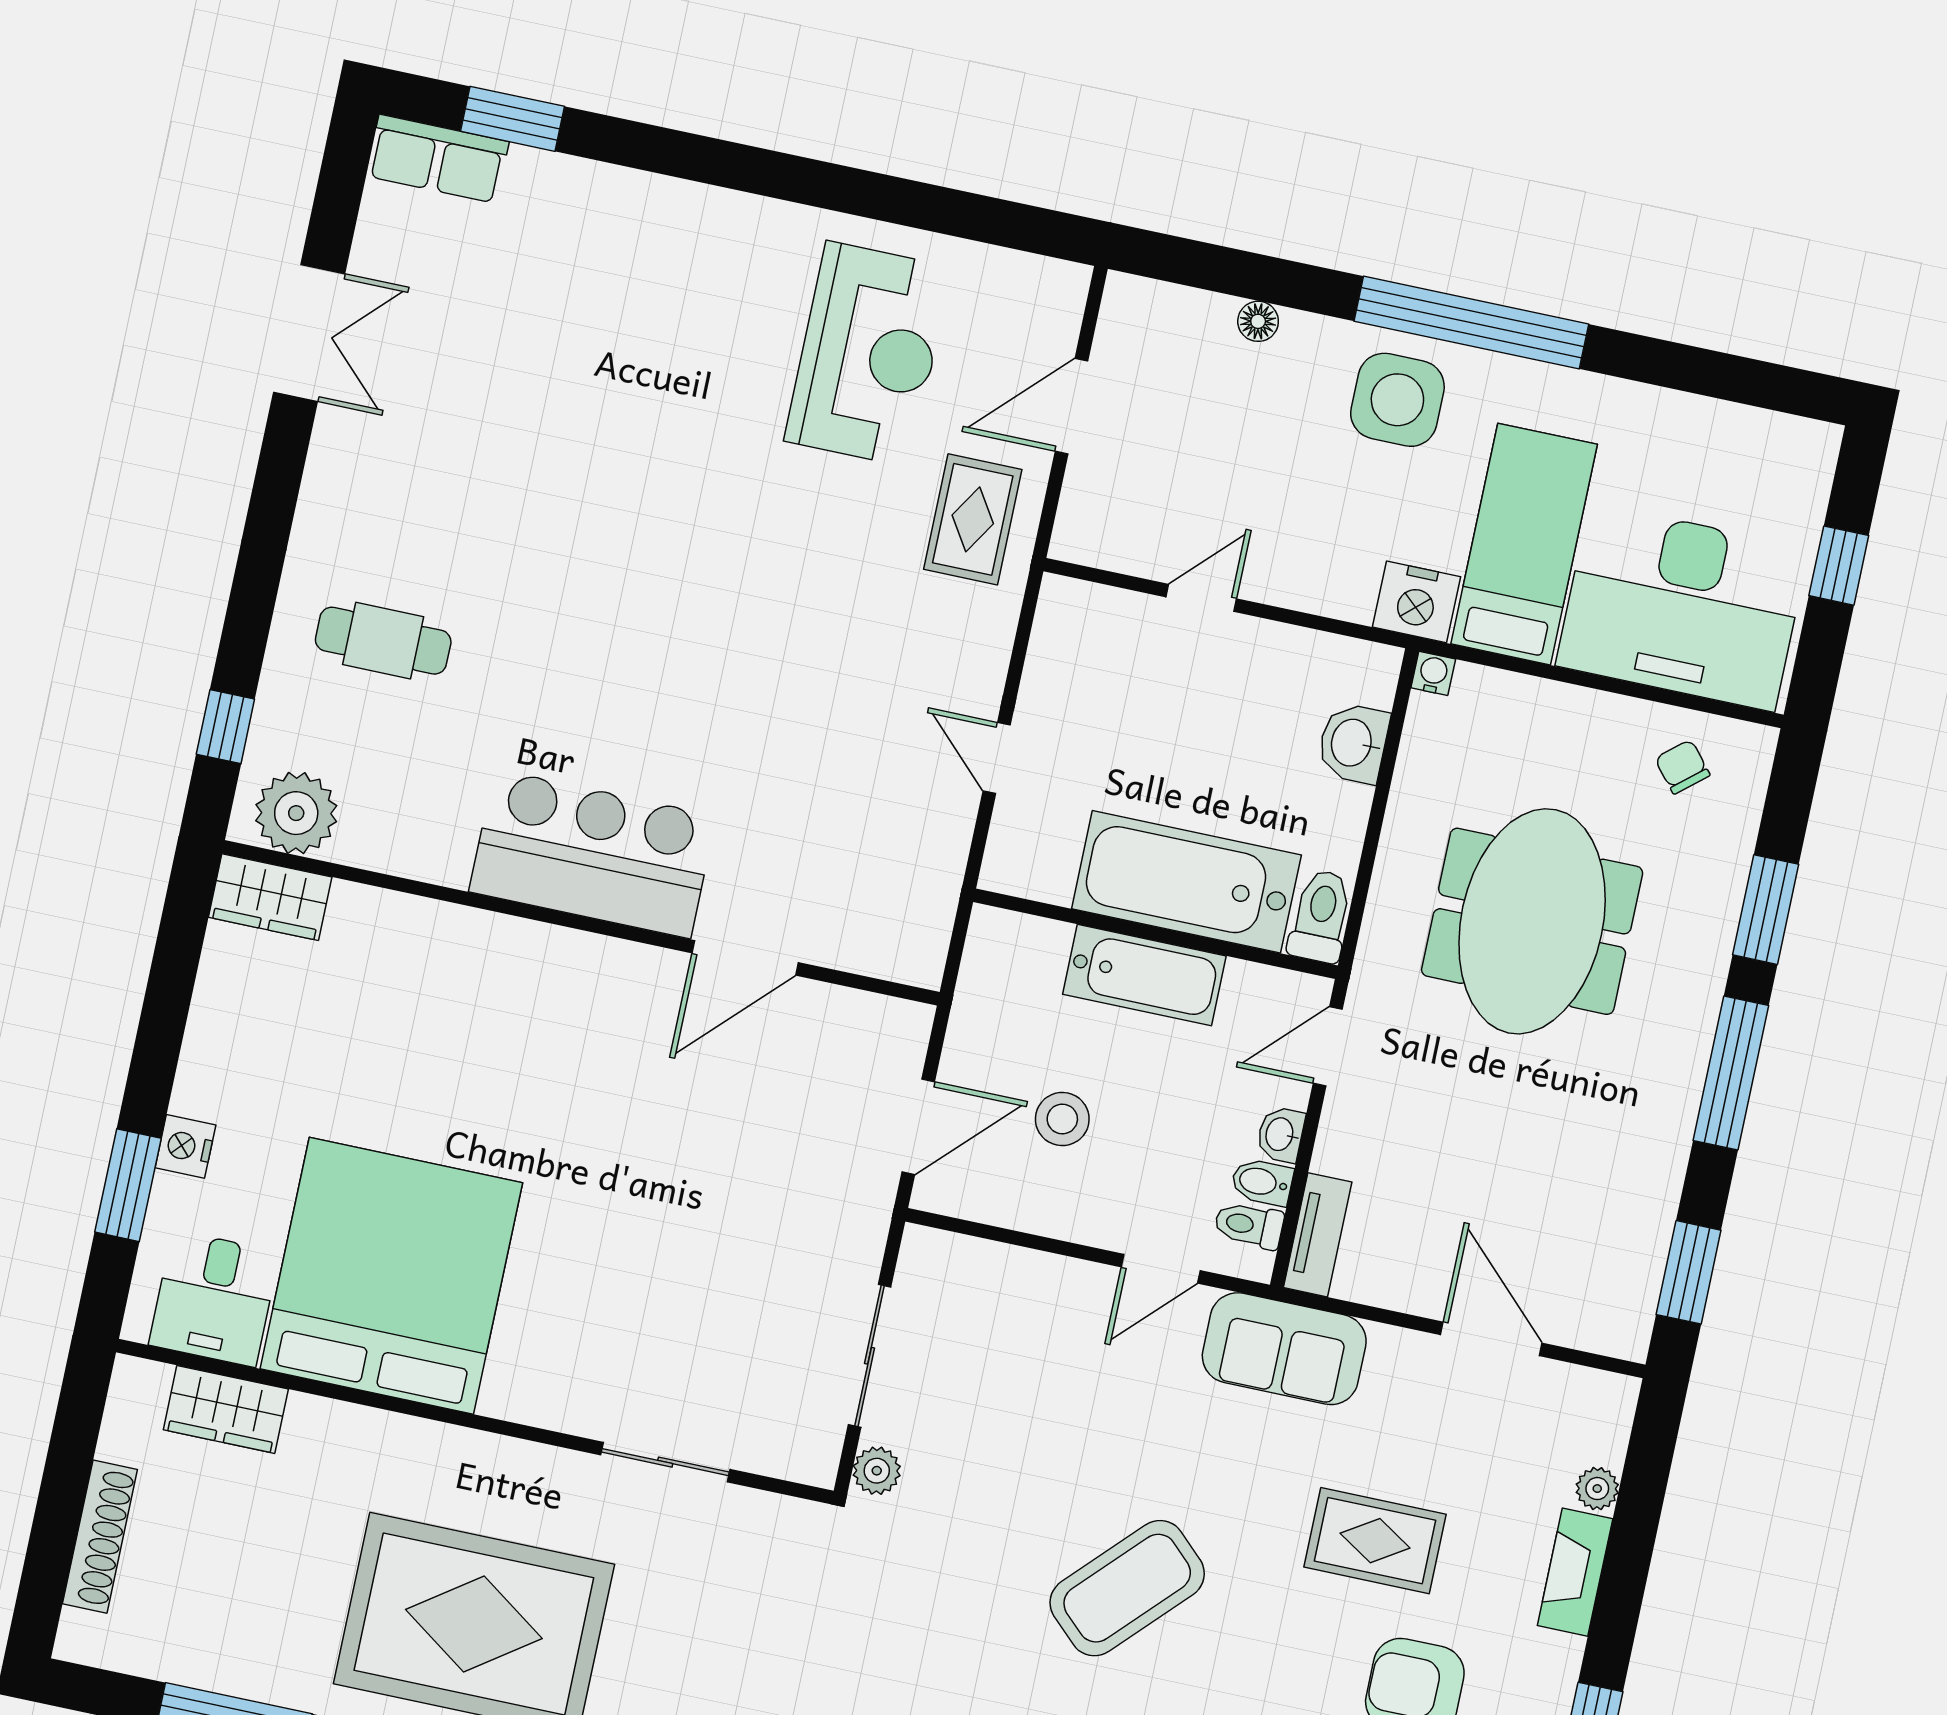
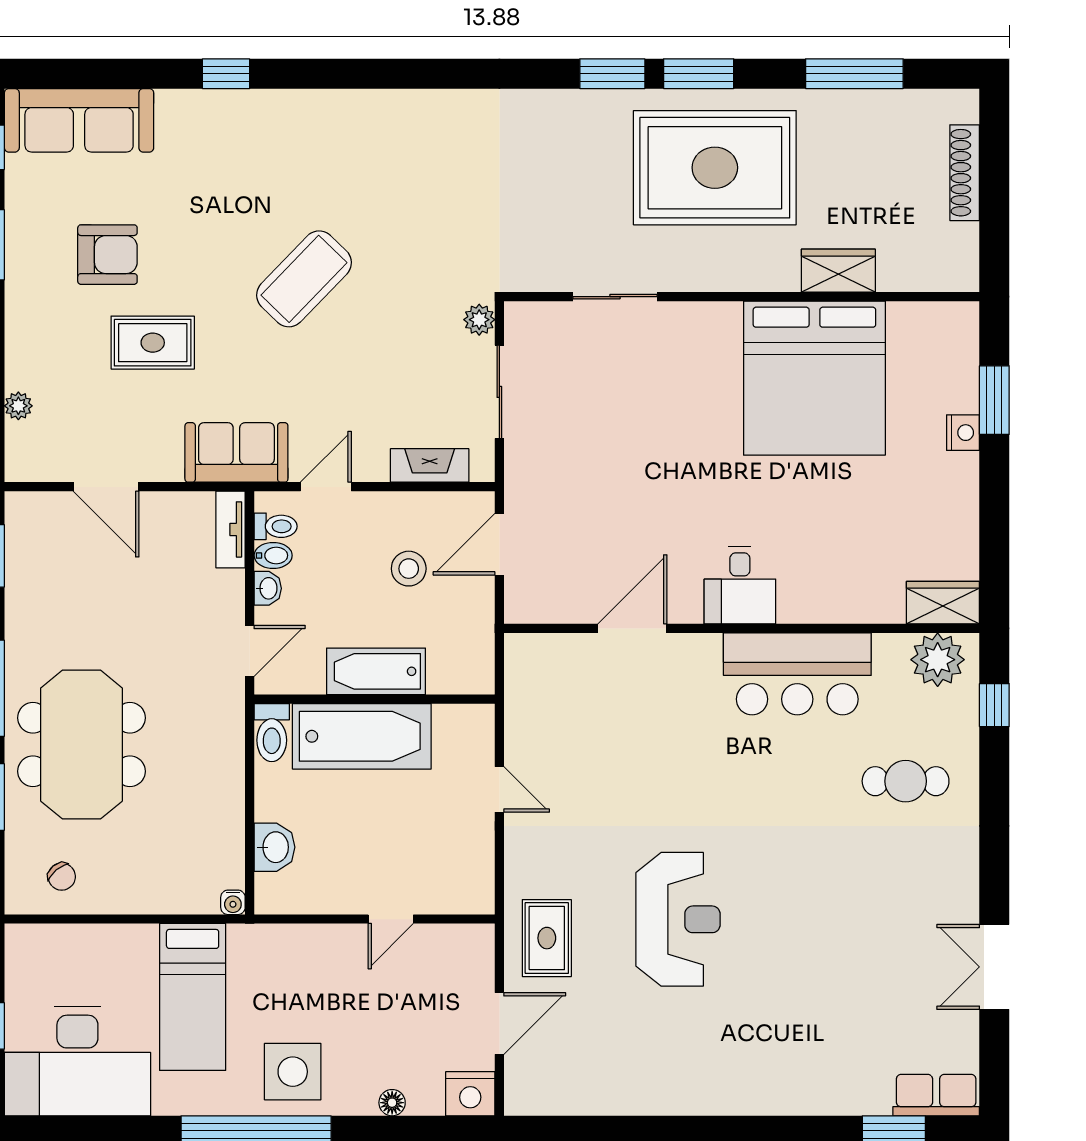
reception desk: (868, 354) -> (678, 919), moved, turned 180
nightstand: (1417, 602) -> (470, 1094), moved, turned 180
desk: (1682, 607) -> (77, 1061), moved, turned 180
bar counter: (593, 854) -> (797, 674), moved
meeting table: (1532, 921) -> (81, 745), moved
desk: (214, 1299) -> (740, 585), moved, turned 180
wardrobe: (226, 1409) -> (838, 271), moved
fireplace: (1575, 1572) -> (430, 465), moved, turned -90

